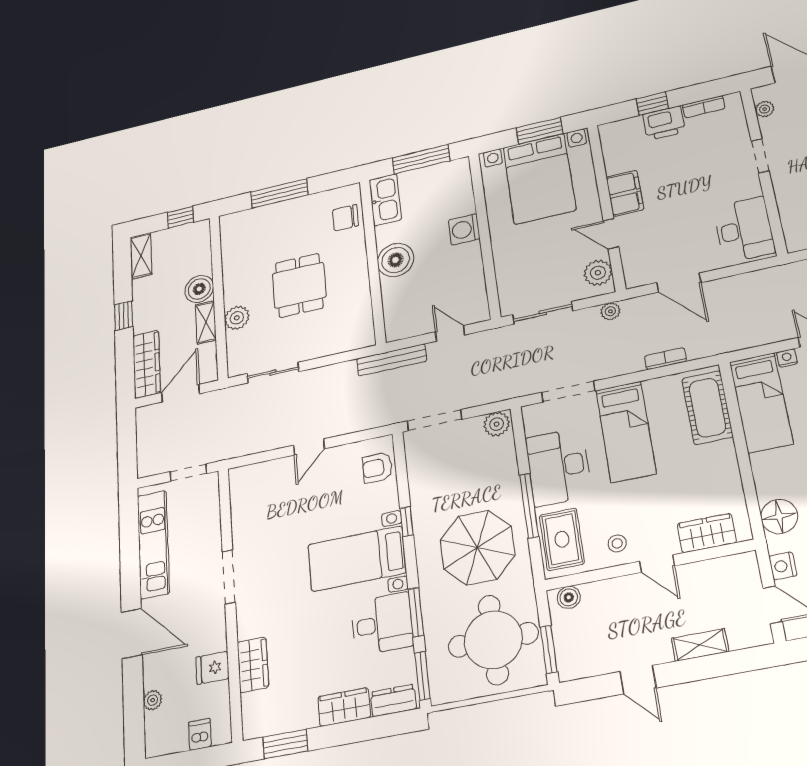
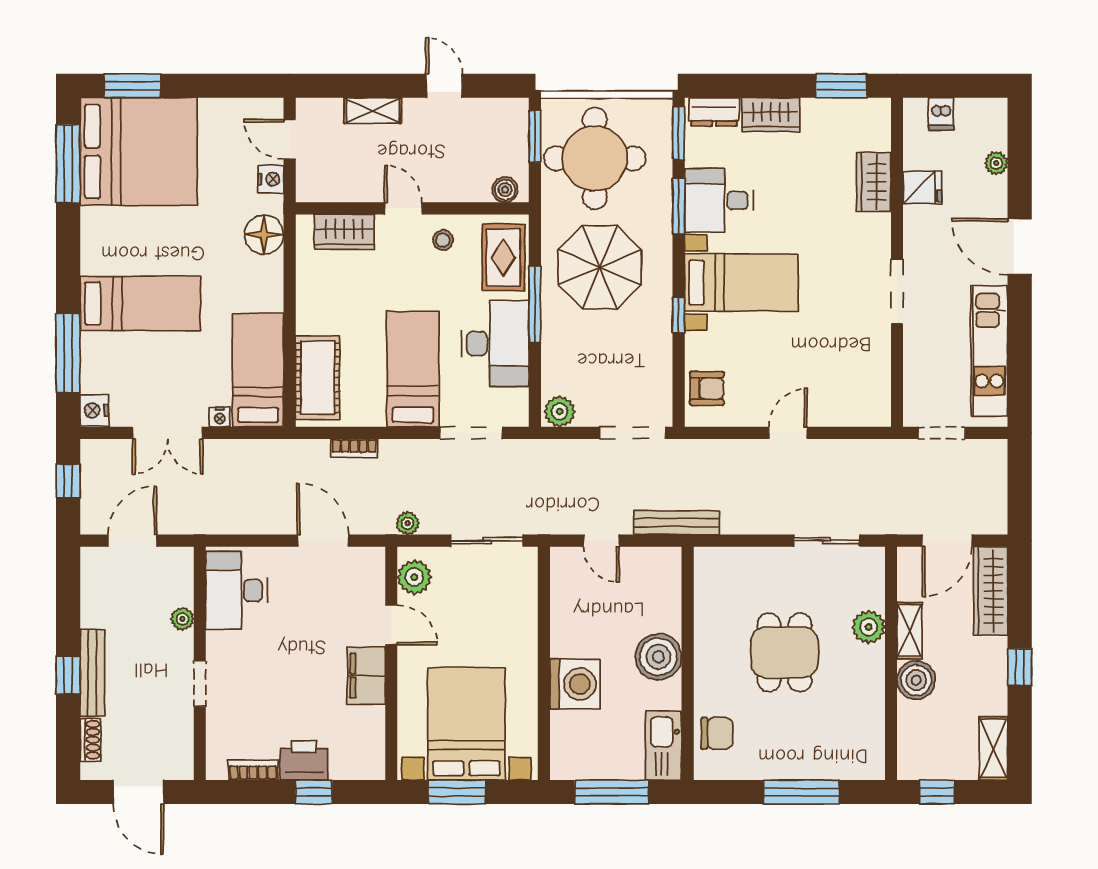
plant: (765, 109) -> (182, 619), moved
washing machine: (464, 229) -> (575, 684), width x1.37, depth x1.37

